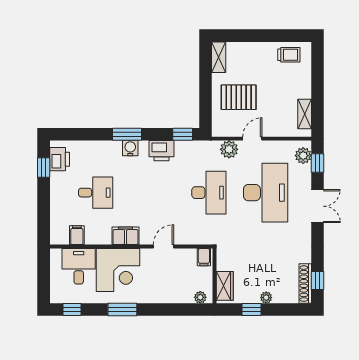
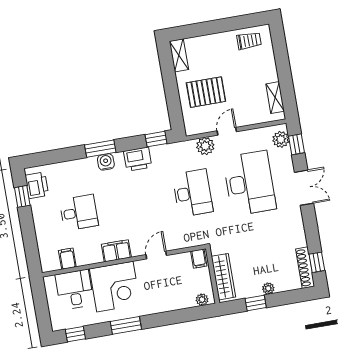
wardrobe: (225, 286) -> (223, 277), width x1.50

